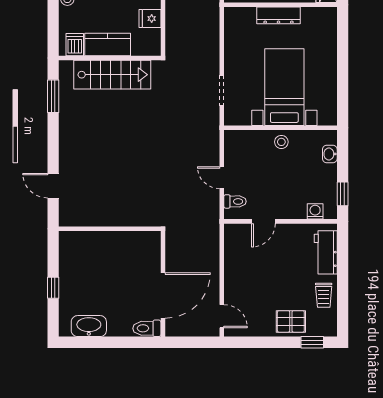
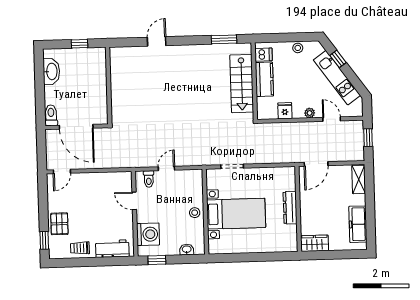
washing machine: (315, 211) -> (148, 234), width x1.89, depth x1.89
wall: (110, 229) -> (109, 86), moved

